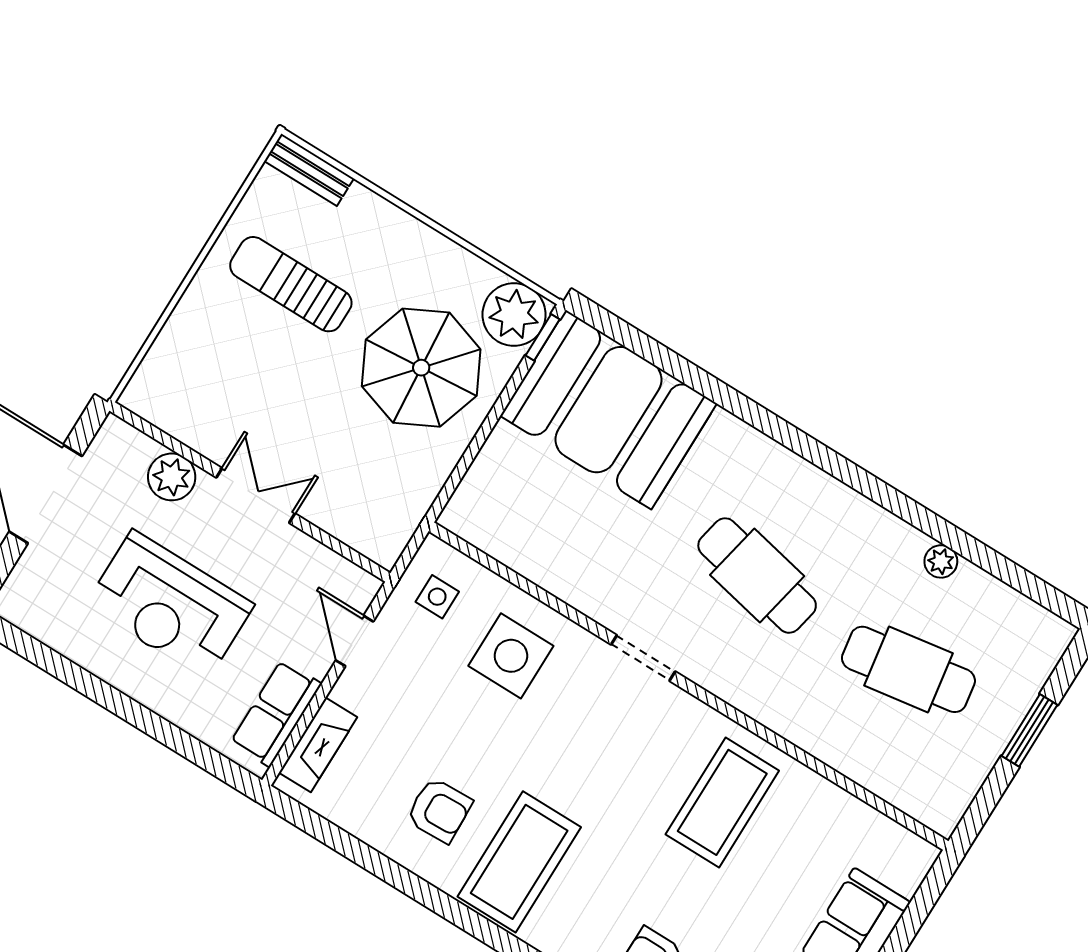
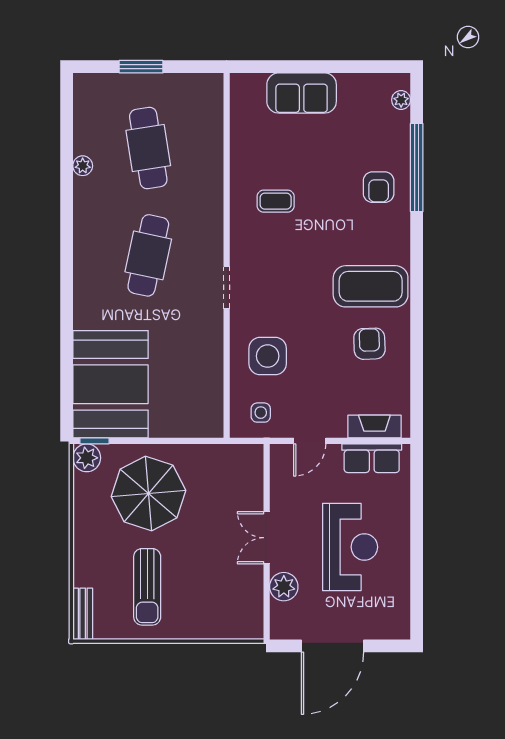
plant: (514, 315) -> (87, 458), width x0.73, depth x0.73
coffee table: (722, 802) -> (276, 201), width x0.54, depth x0.58

